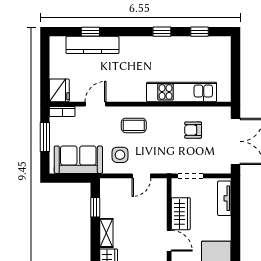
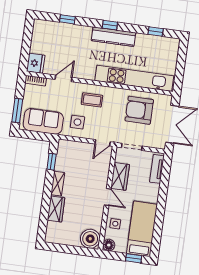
window: (162, 32) -> (110, 25), moved
kitchen counter: (92, 45) -> (113, 37), moved
kitchen unit: (182, 92) -> (134, 78), width x1.36
armchair: (193, 130) -> (139, 110), width x1.88, depth x1.88
window: (45, 137) -> (17, 110), moved
door: (141, 176) -> (103, 143), moved

